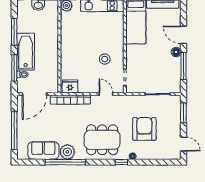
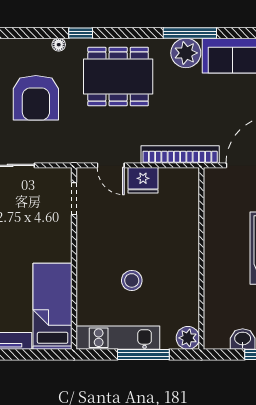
stool: (105, 59) -> (132, 280), moved
fridge: (70, 86) -> (143, 180), moved
window: (65, 162) -> (190, 33), width x0.68

